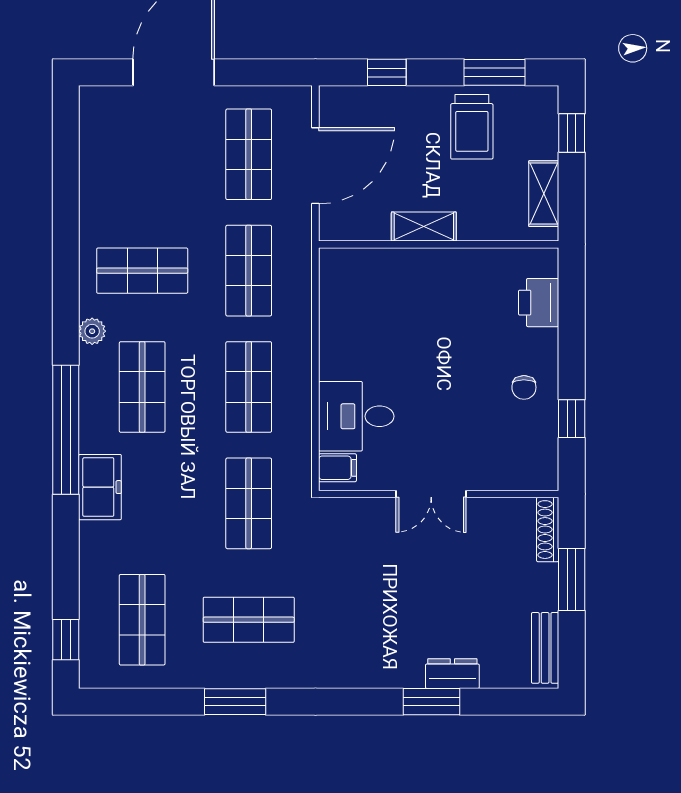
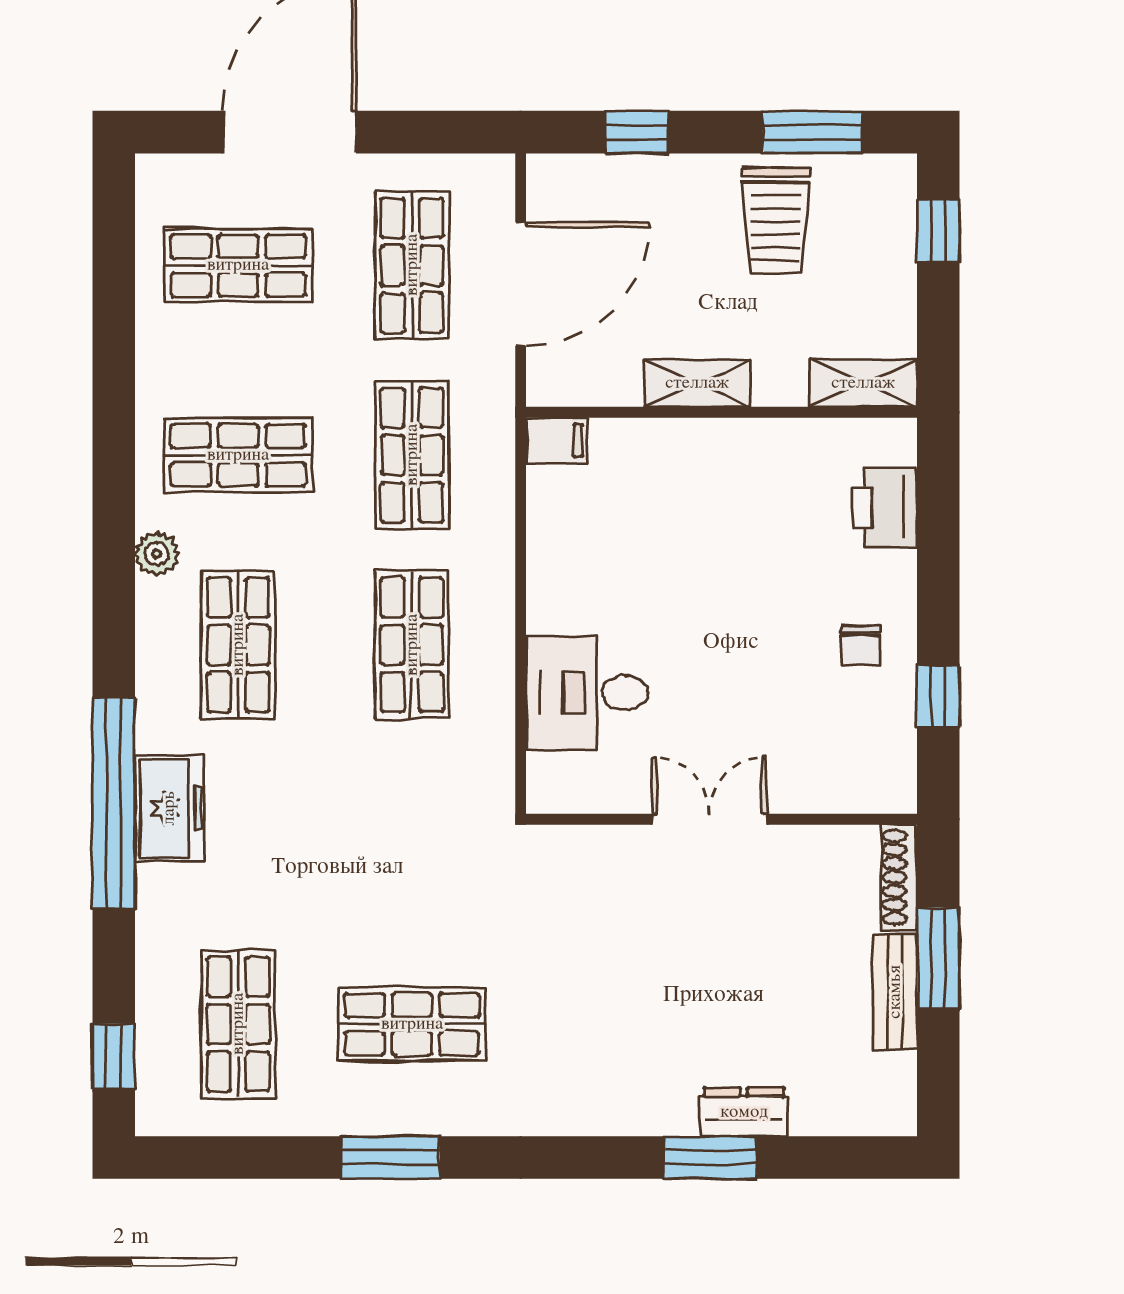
shelving: (544, 194) -> (863, 383), moved, turned 90
window: (66, 430) -> (114, 803), moved
filing cabinet: (337, 468) -> (557, 441), moved
double door: (431, 494) -> (709, 819), swing flipped
shop shelf: (249, 503) -> (238, 265), moved, turned 90
bench: (545, 648) -> (895, 992), moved

